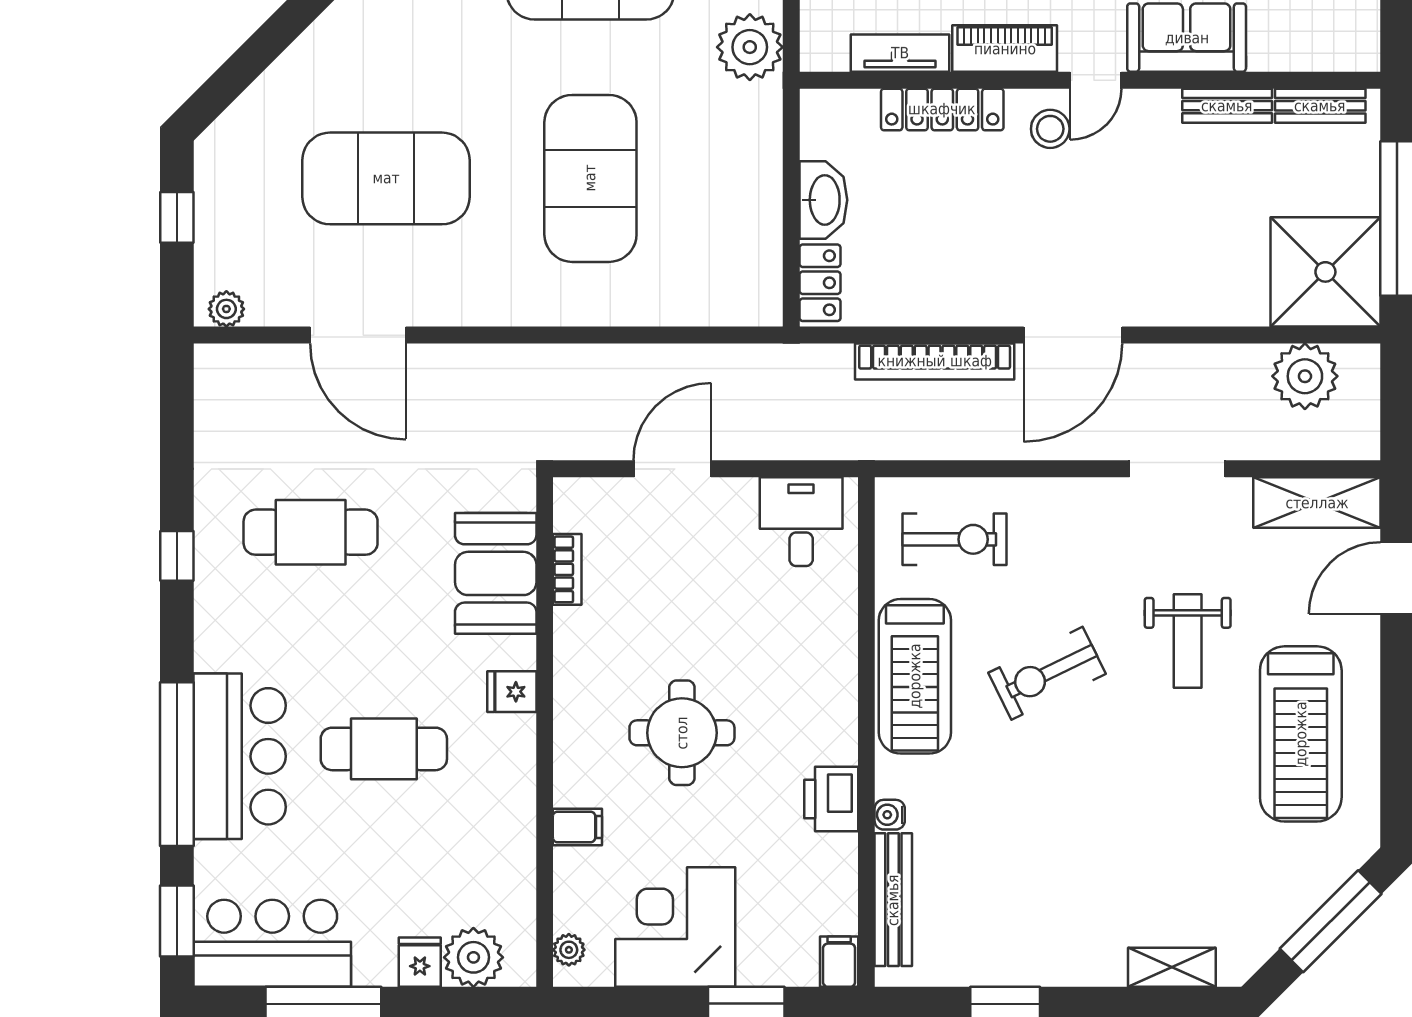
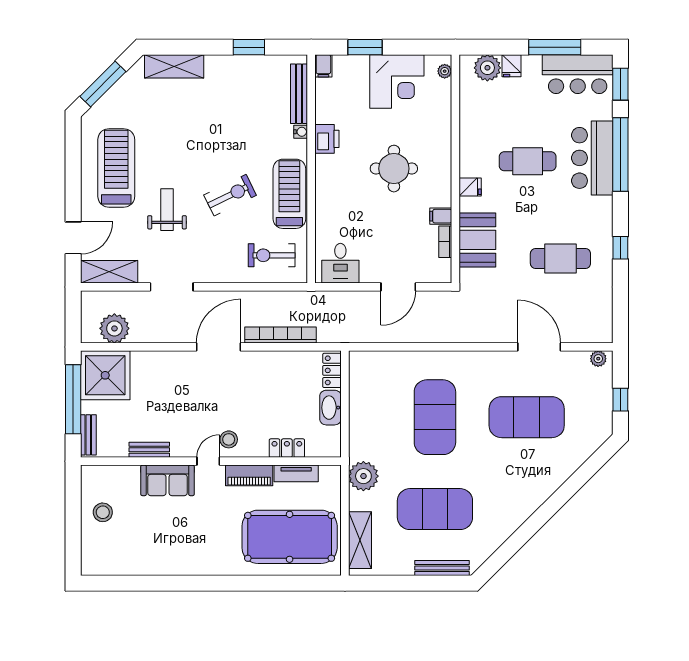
bench: (1320, 106) -> (88, 435), moved, turned 90
locker: (942, 109) -> (287, 448), width x0.66
filing cabinet: (577, 827) -> (441, 216), moved
shelving: (1172, 967) -> (174, 66), width x1.50, depth x1.33

